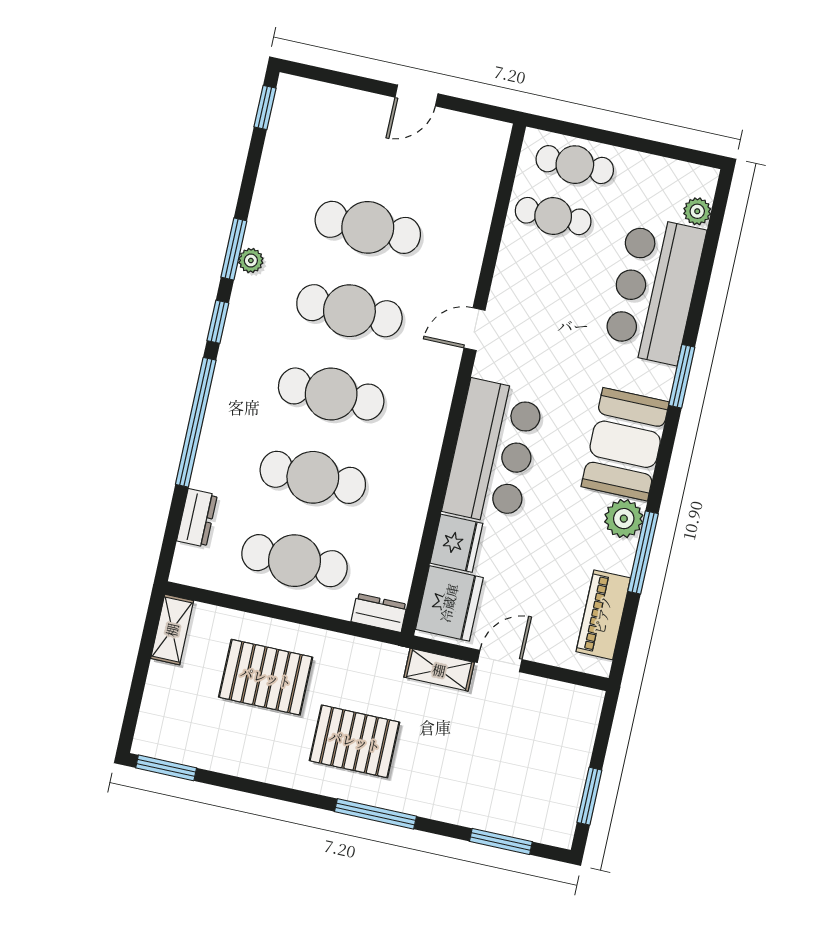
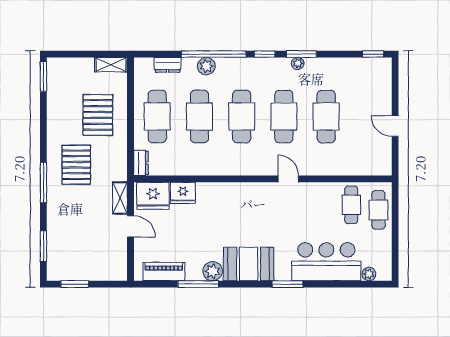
plant: (216, 442) -> (206, 66), added
bar counter: (493, 453) -> (231, 201), removed

